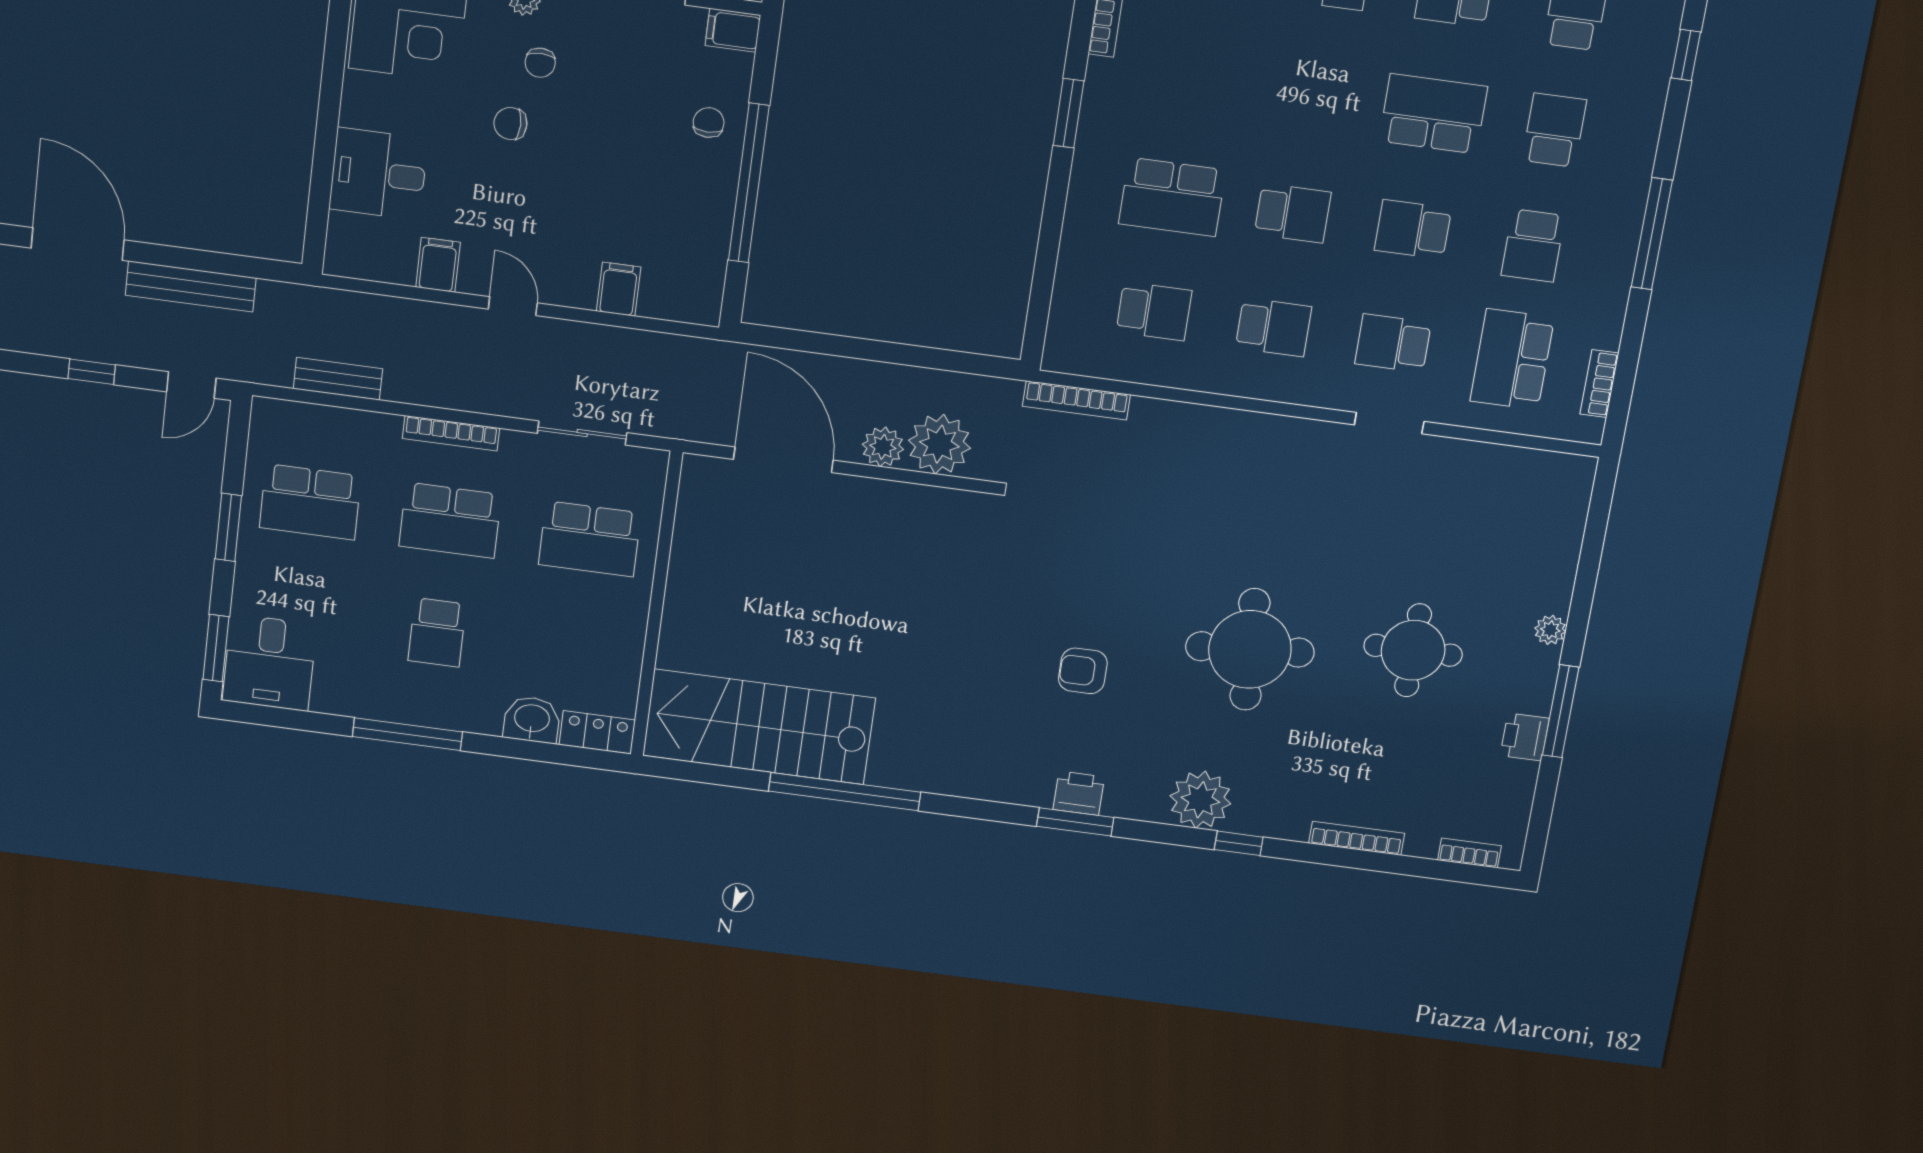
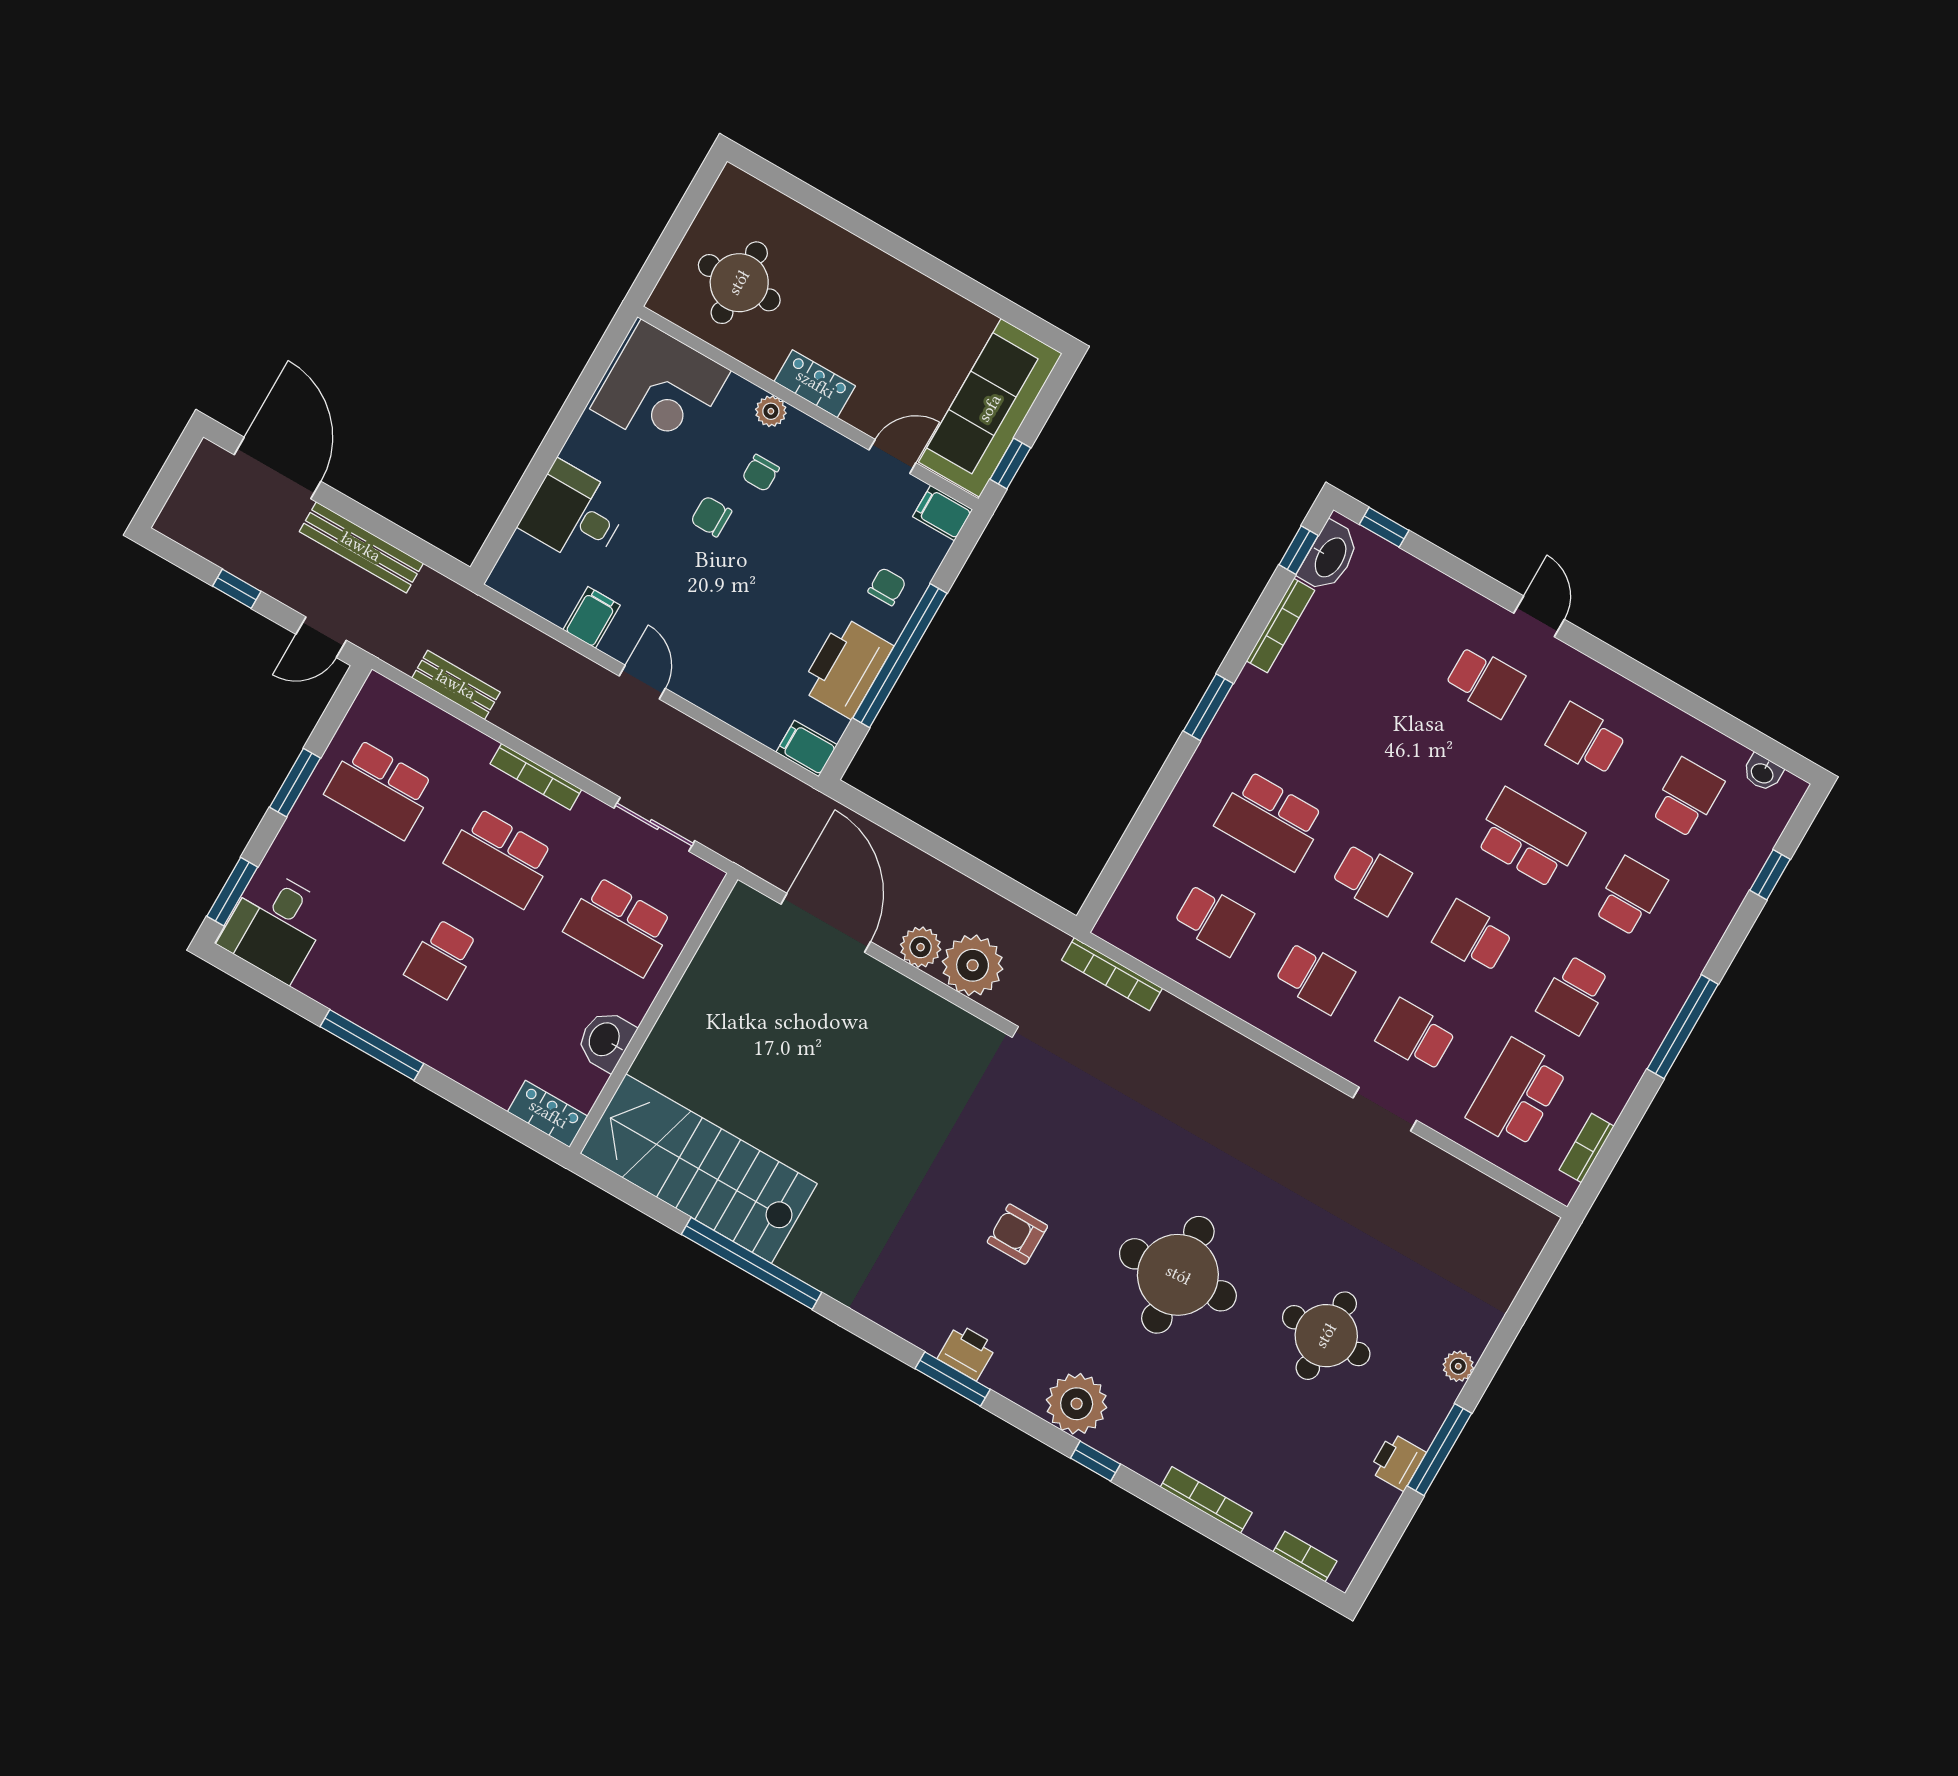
printer: (702, 215) -> (846, 668), added
filing cabinet: (619, 289) -> (807, 748), moved, turned -90
washbasin: (532, 719) -> (605, 1040), moved, turned -90

